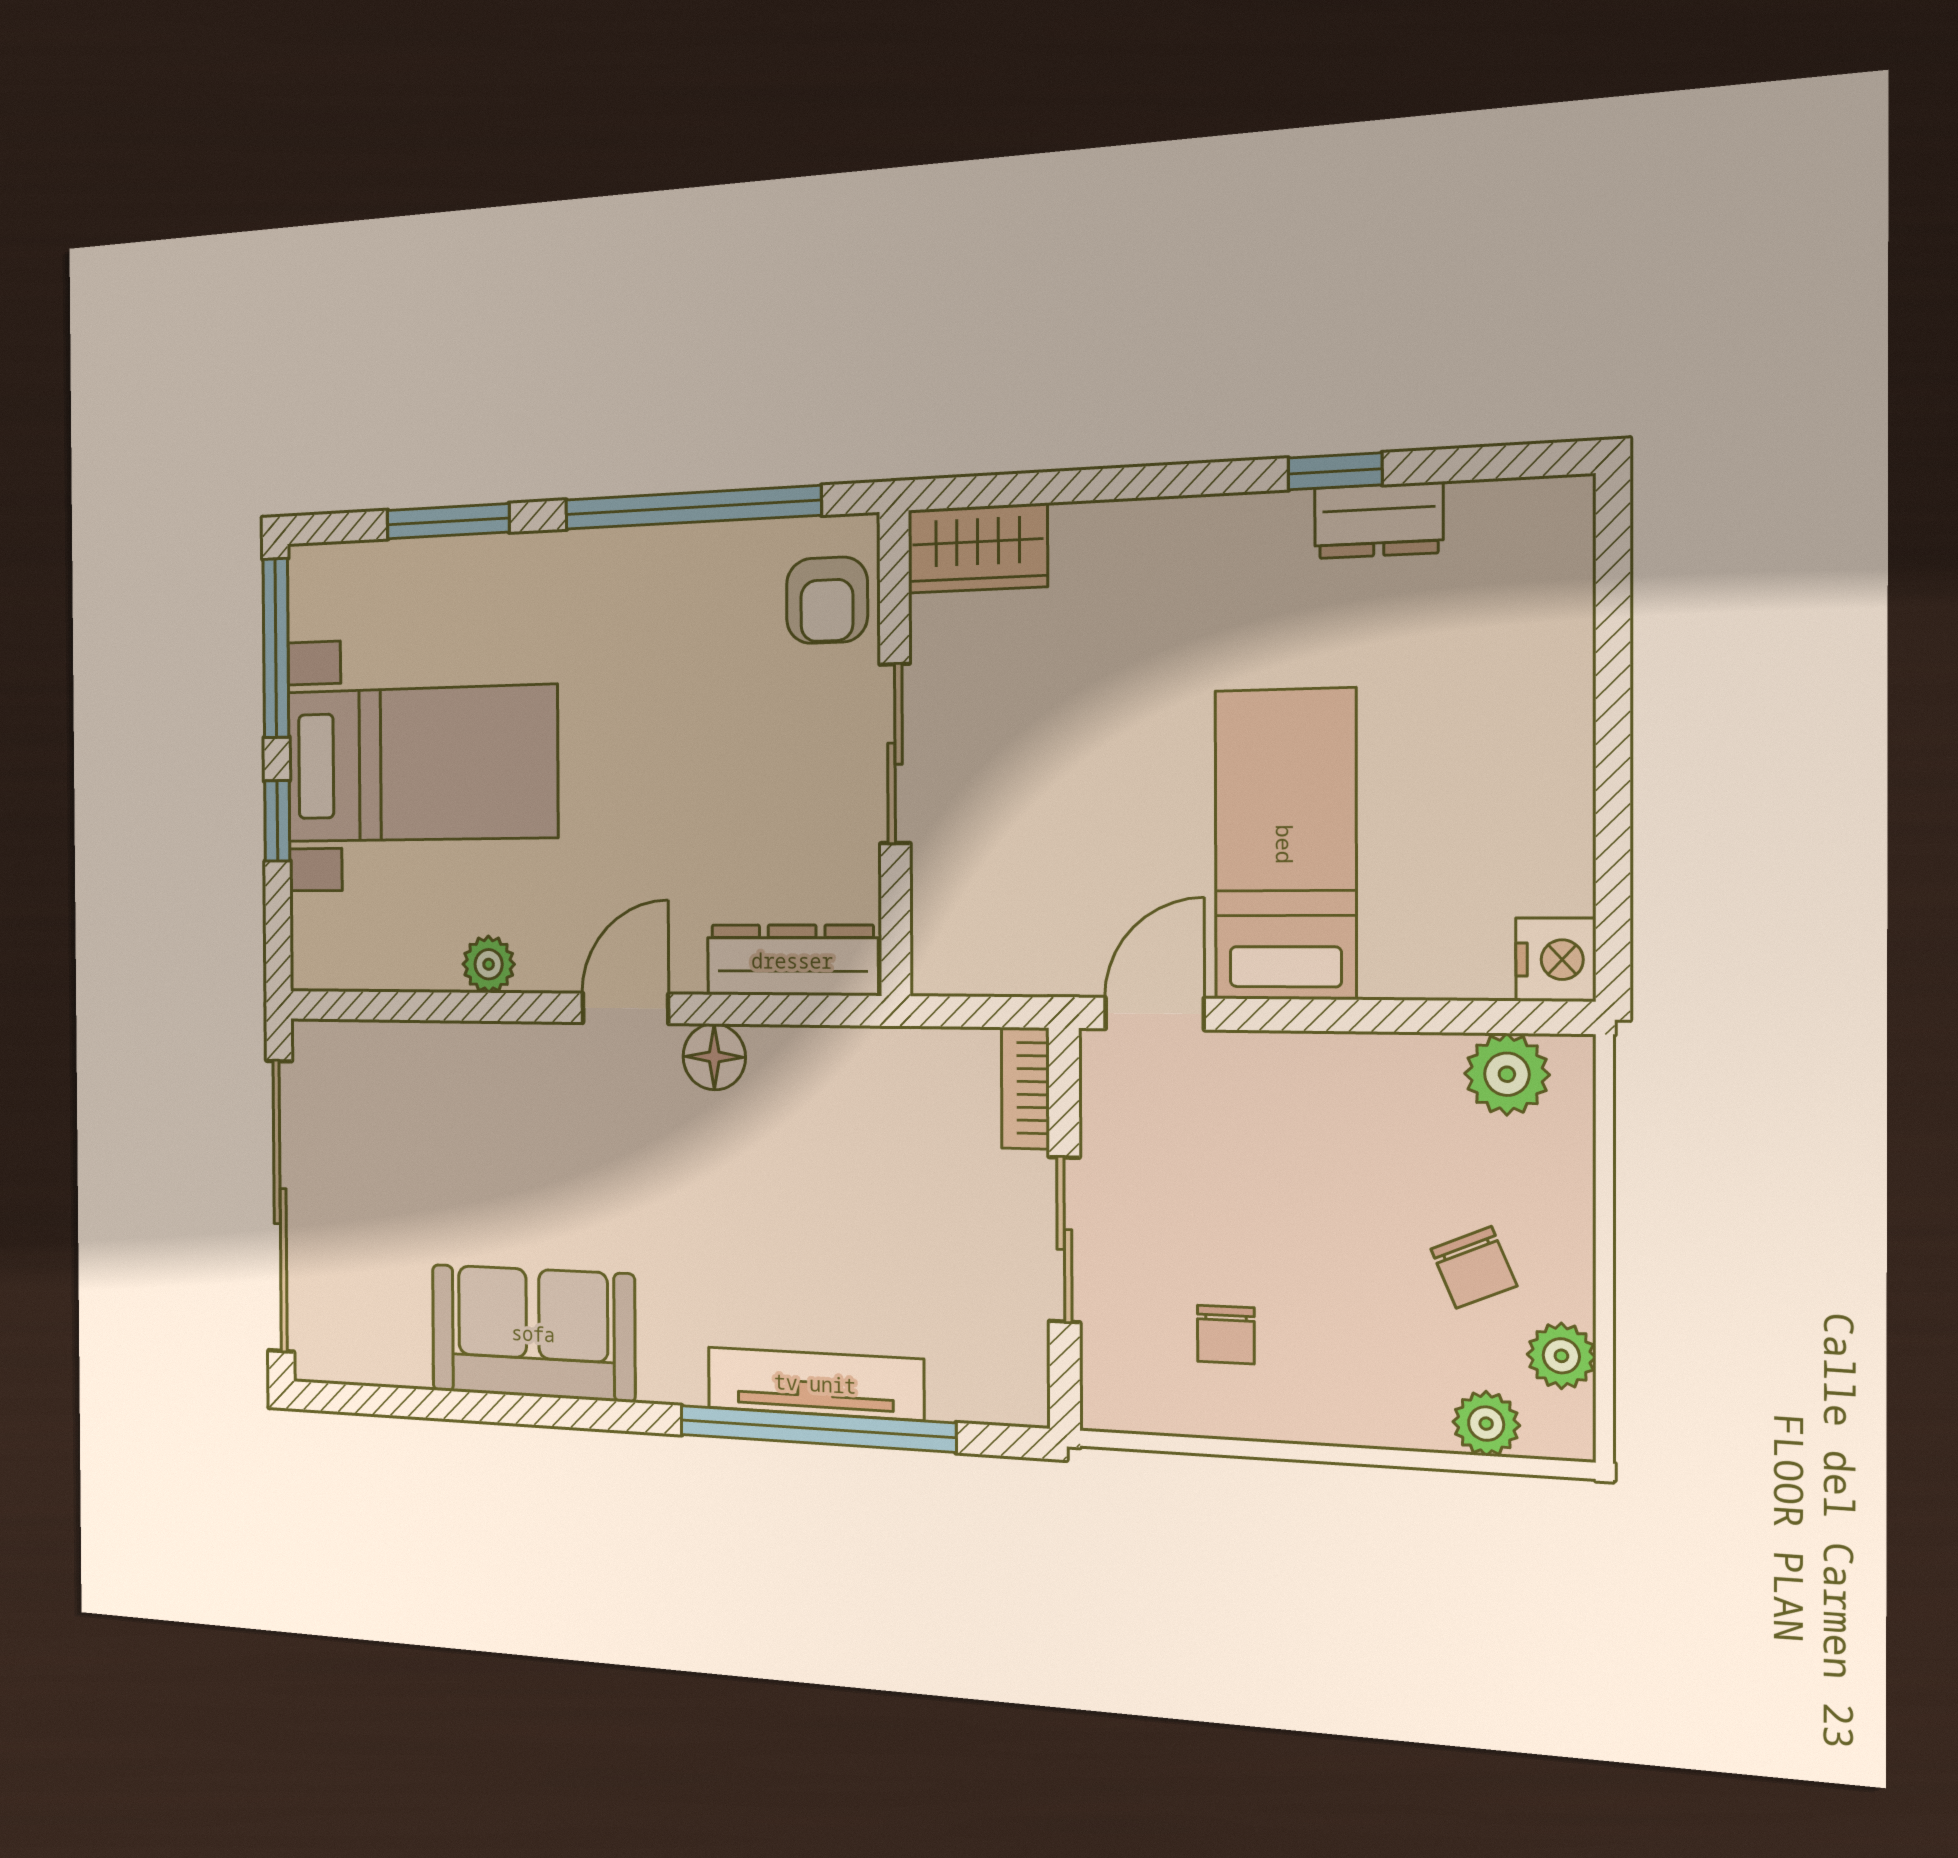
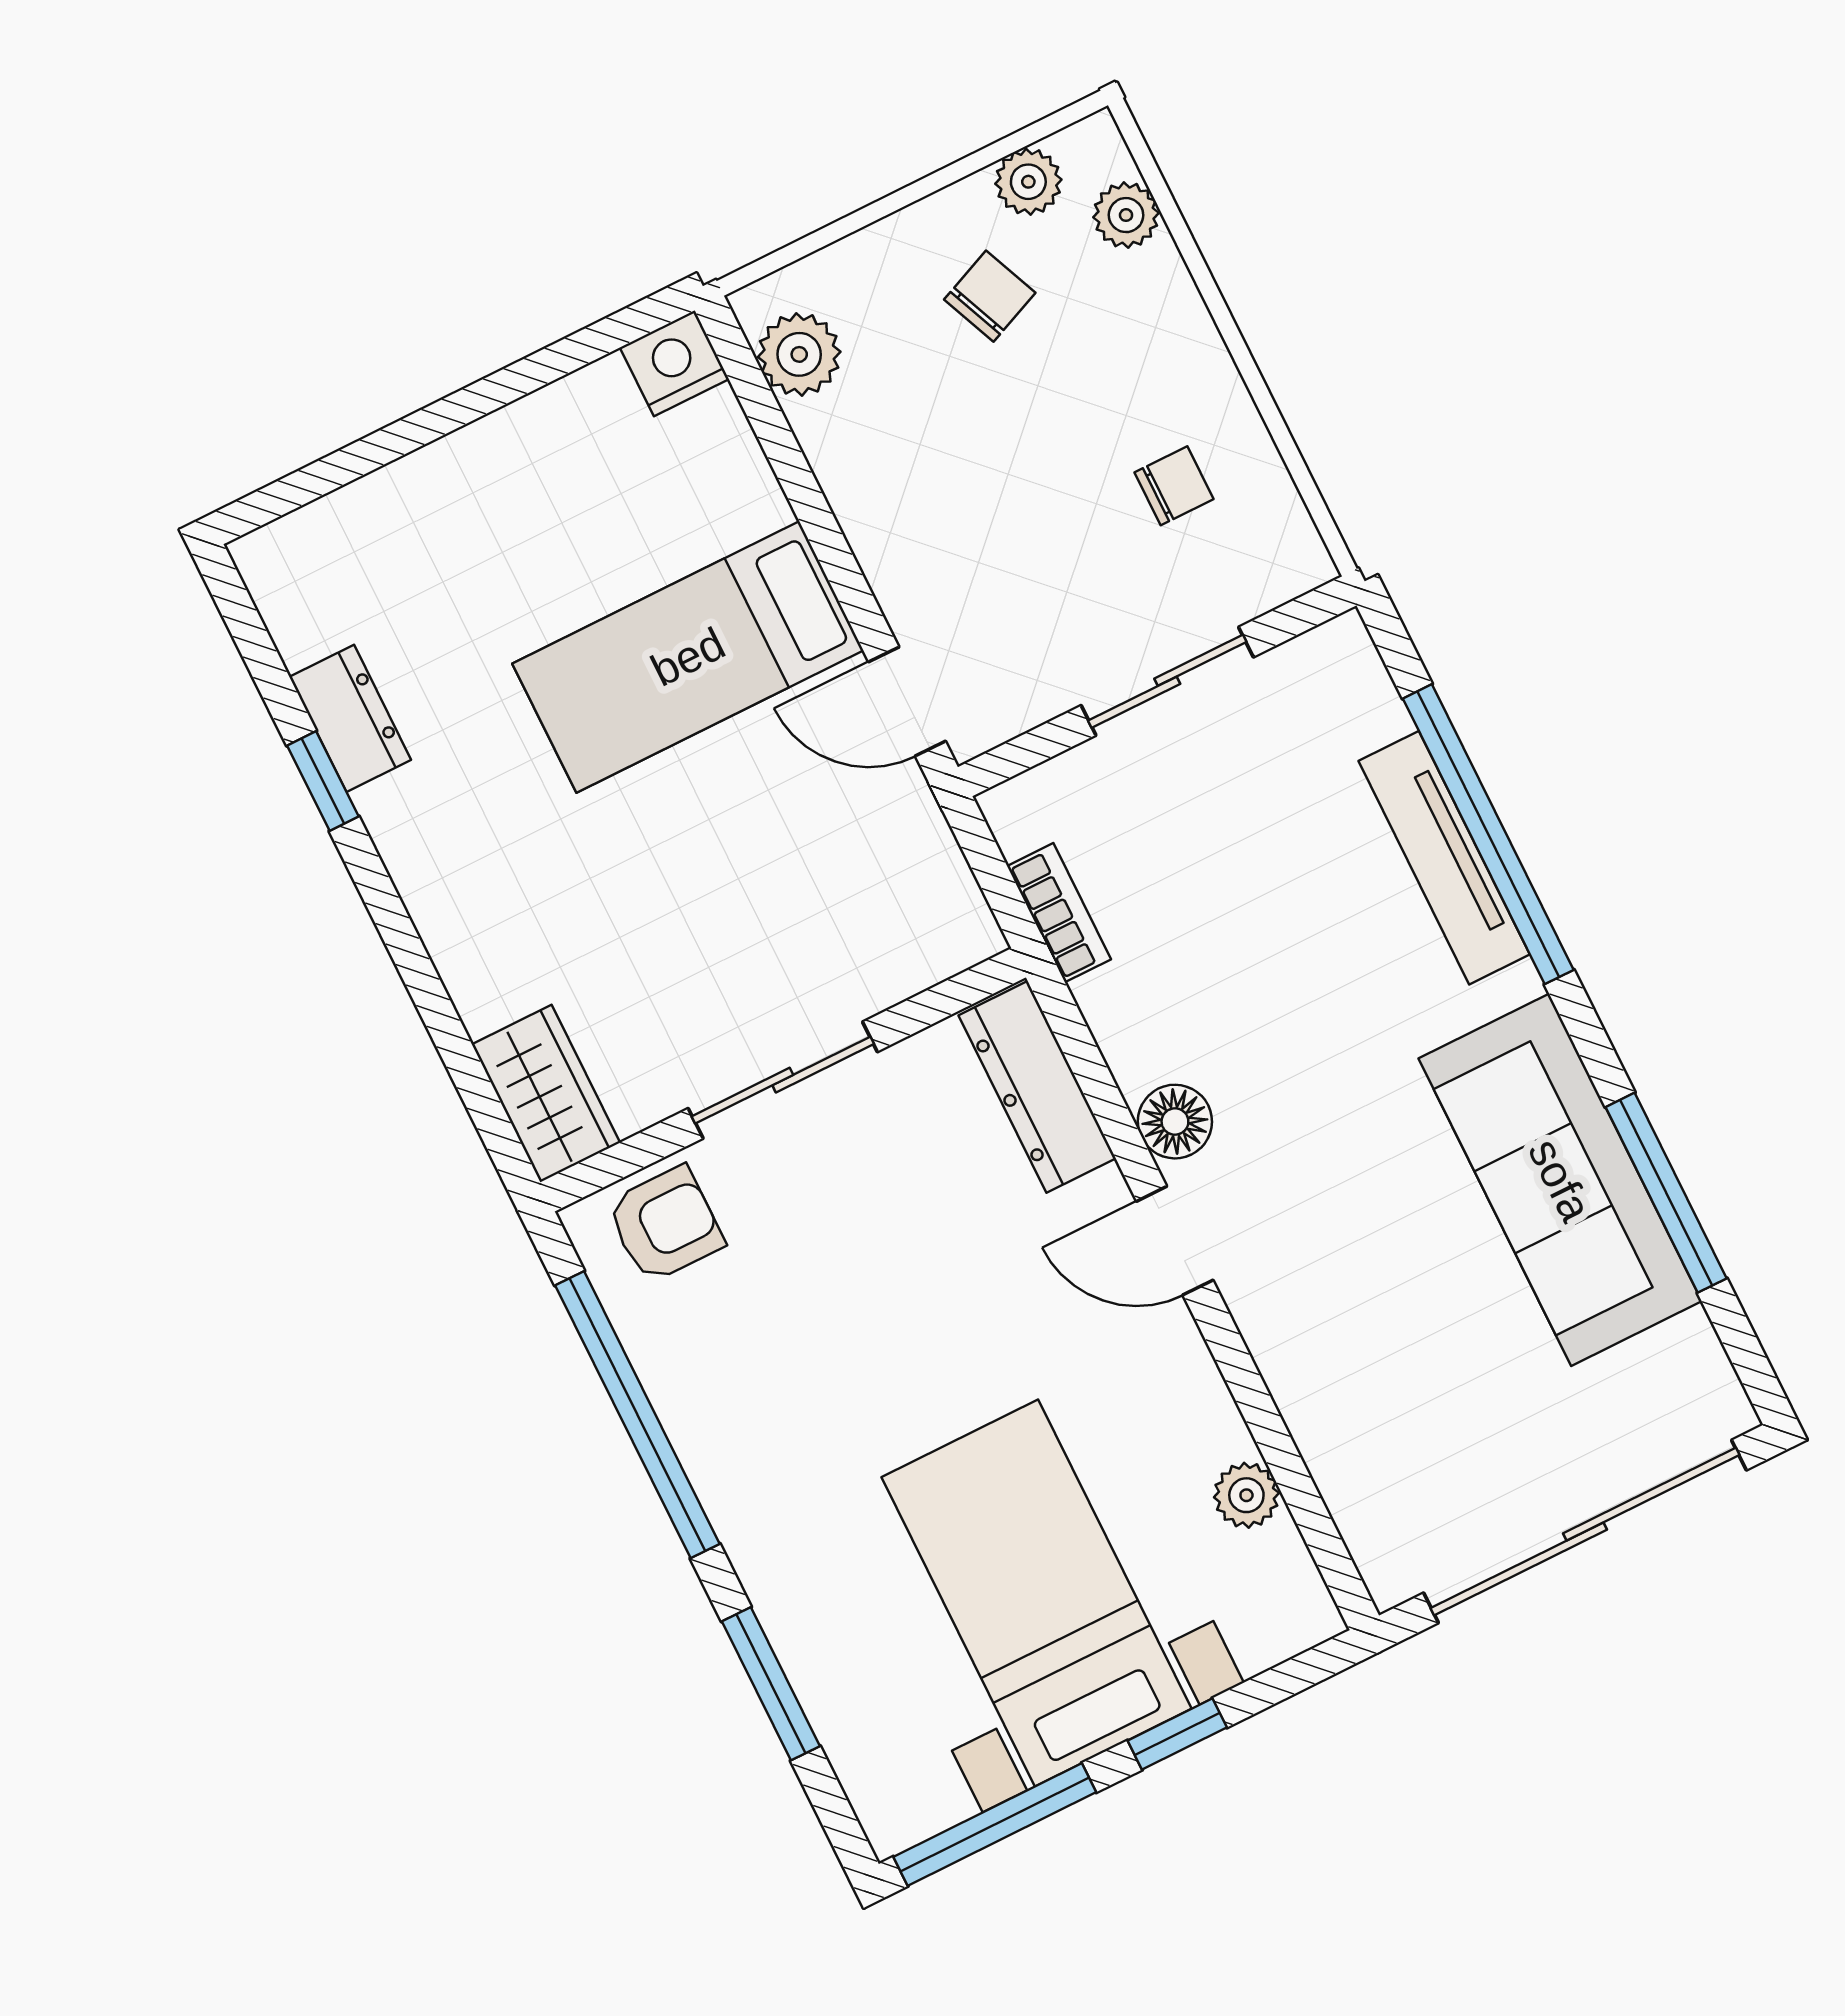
plant: (489, 964) -> (1246, 1495), moved
bookcase: (1025, 1088) -> (1059, 913), moved, turned -90
sofa: (533, 1333) -> (1560, 1180), width x1.36
window: (487, 1408) -> (1666, 1193), added

